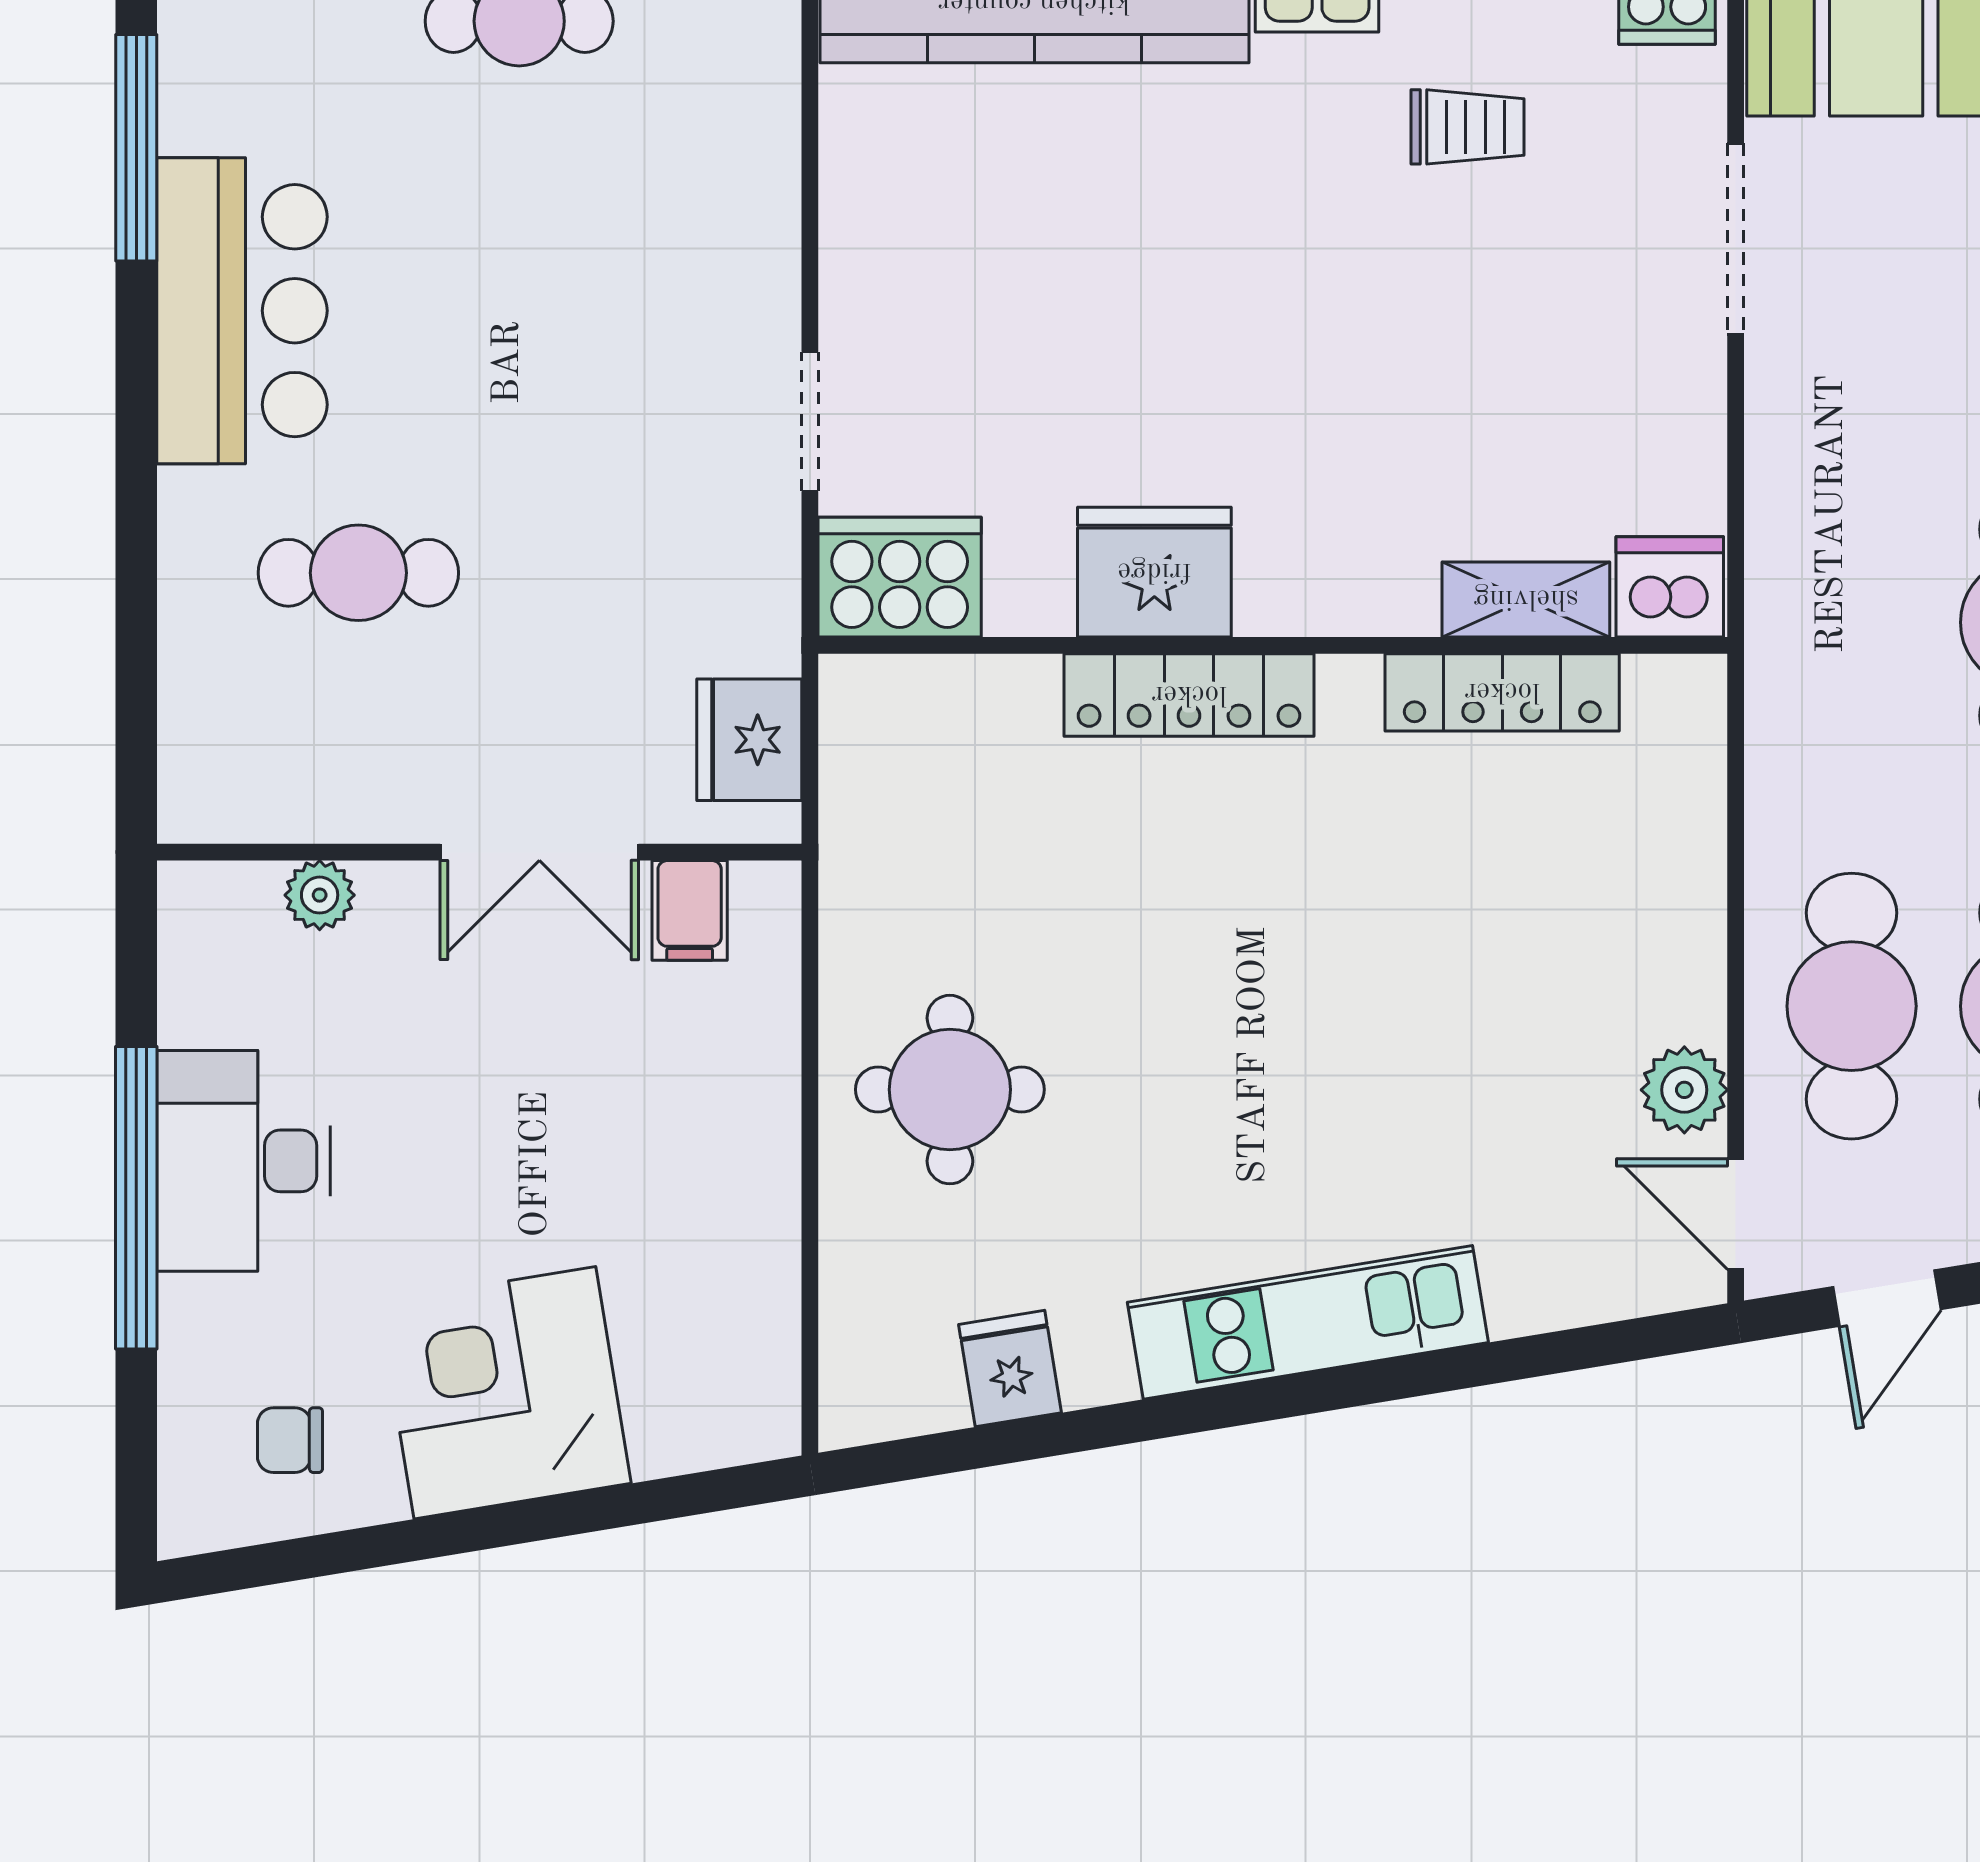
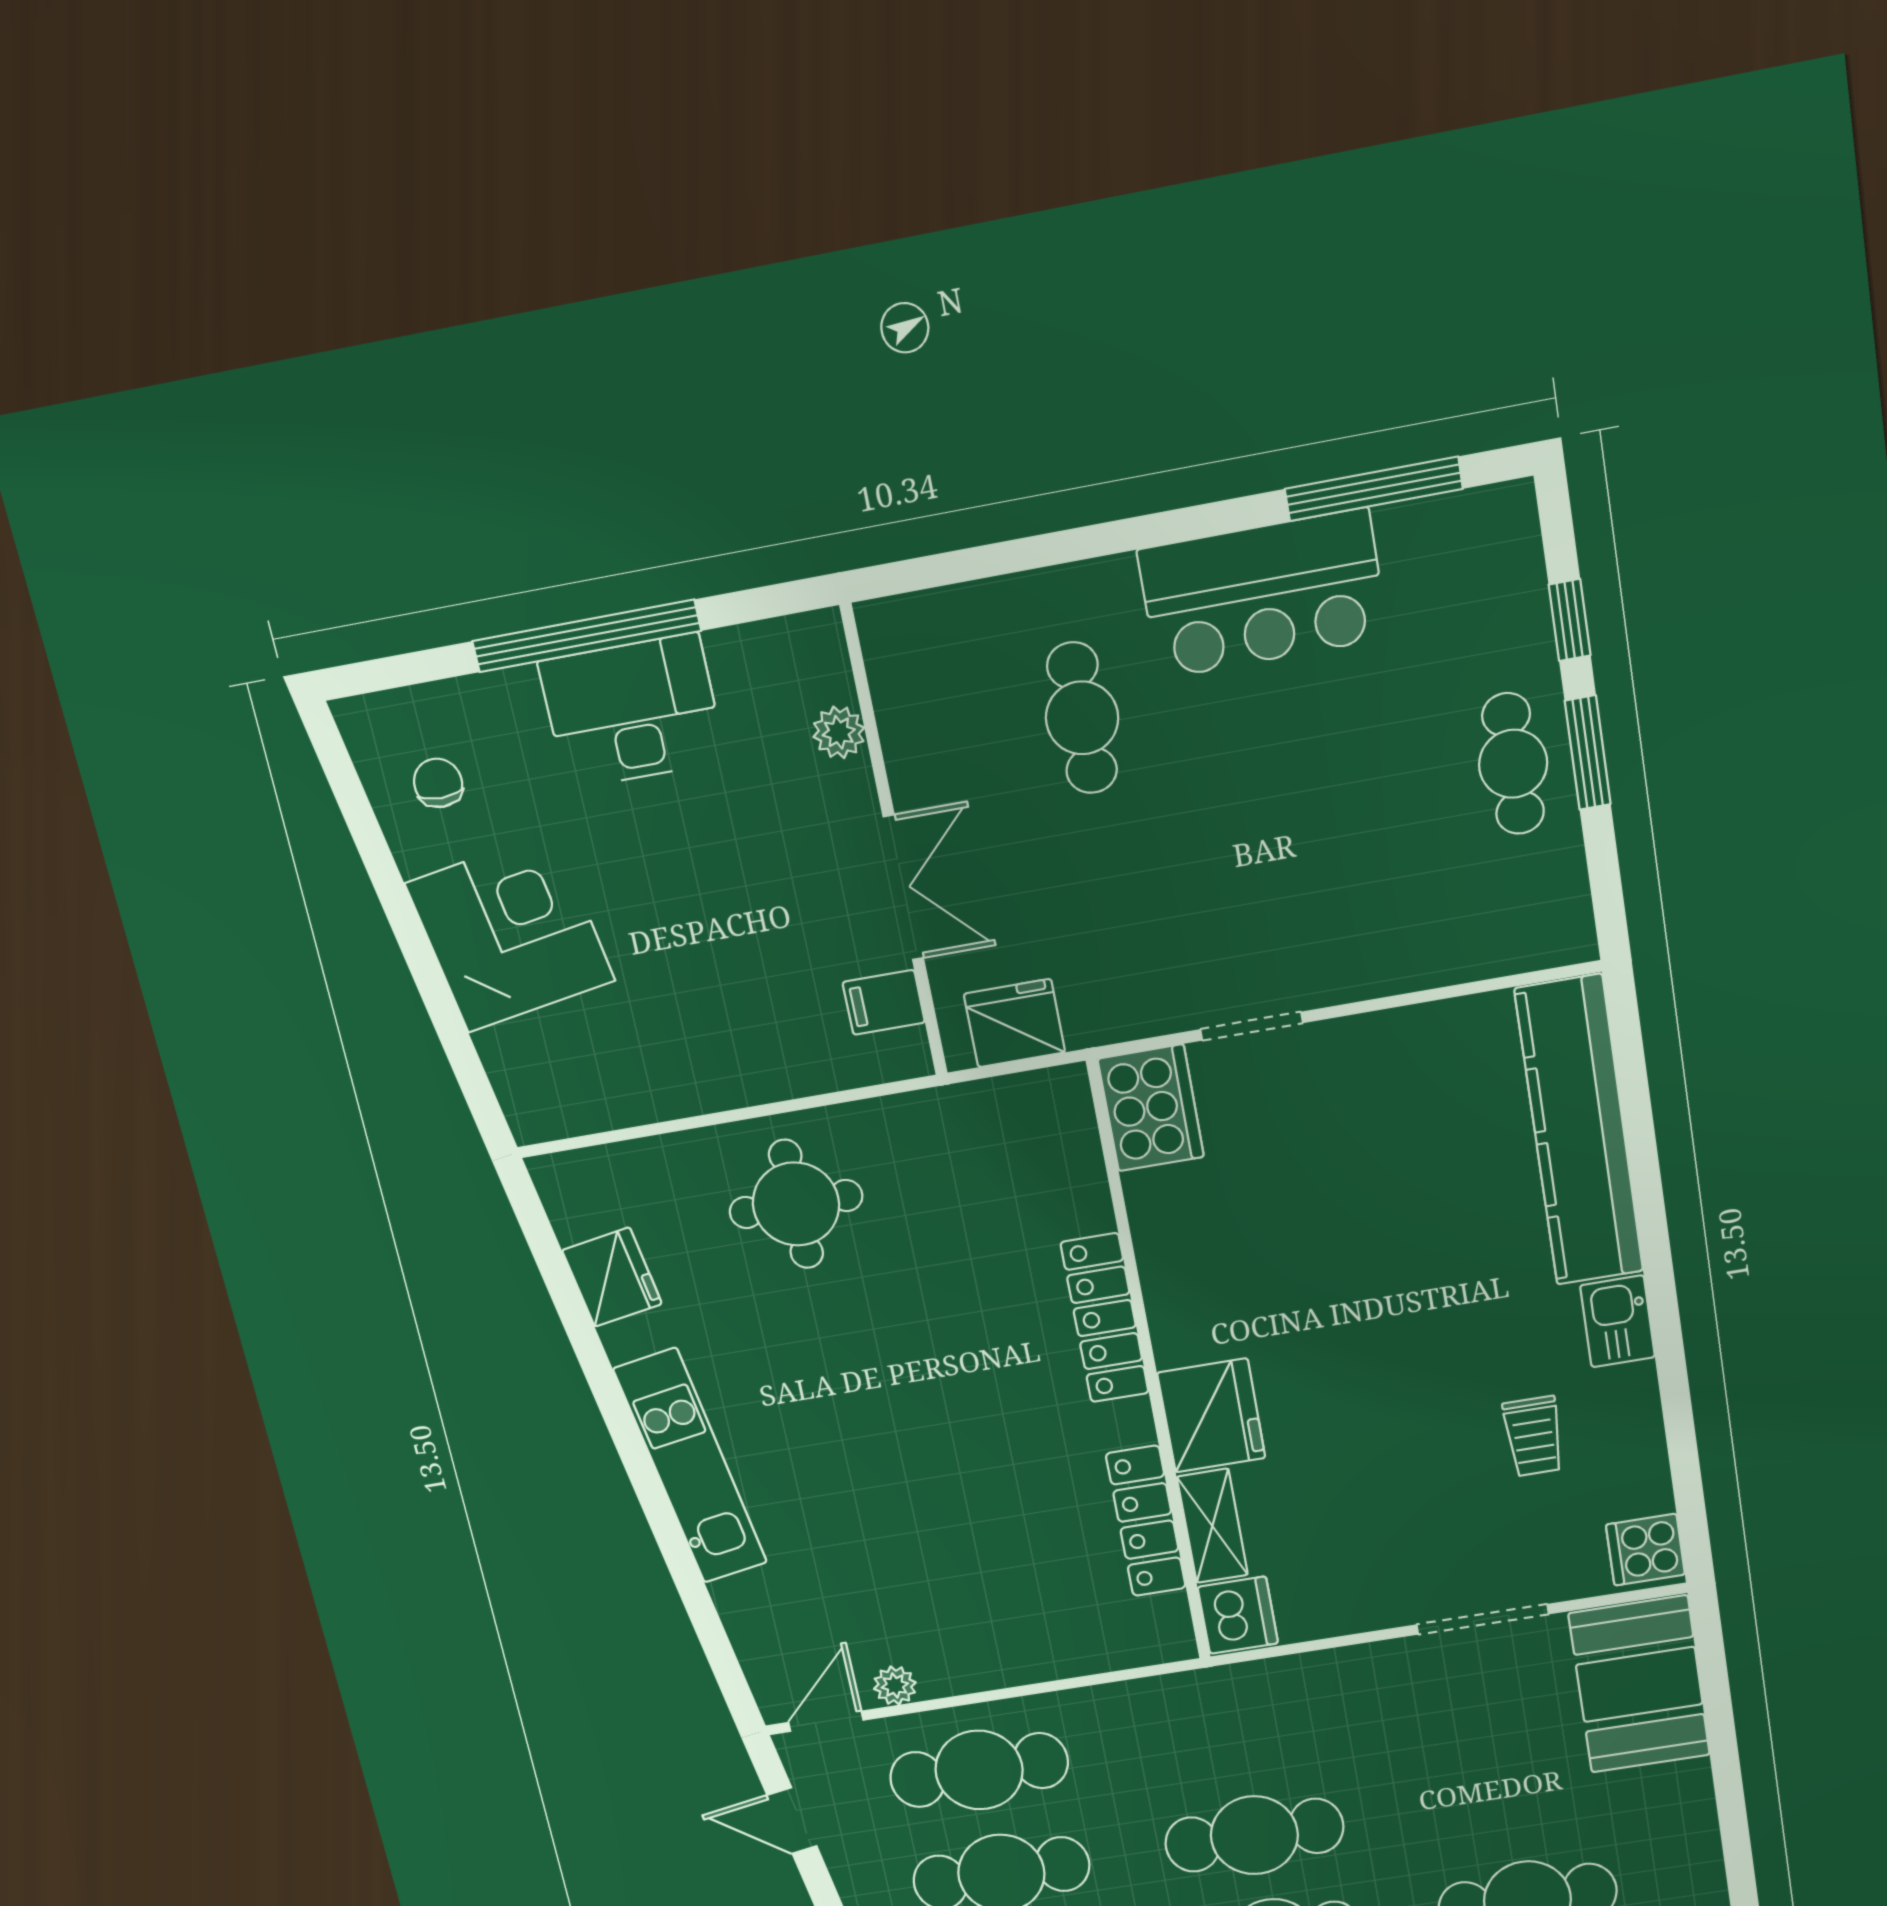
fridge: (1154, 572) -> (1211, 1415), moved
double door: (539, 852) -> (903, 888), swing flipped
plant: (1684, 1090) -> (895, 1686), width x0.73, depth x0.73
fridge: (1010, 1369) -> (612, 1277), width x1.38

